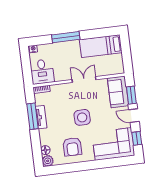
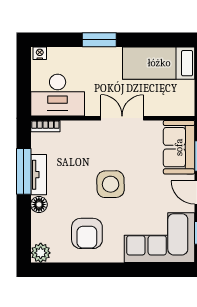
window: (66, 37) -> (99, 40), width x0.69
desk: (42, 72) -> (58, 95), width x1.37
floor lamp: (45, 150) -> (39, 205), moved

